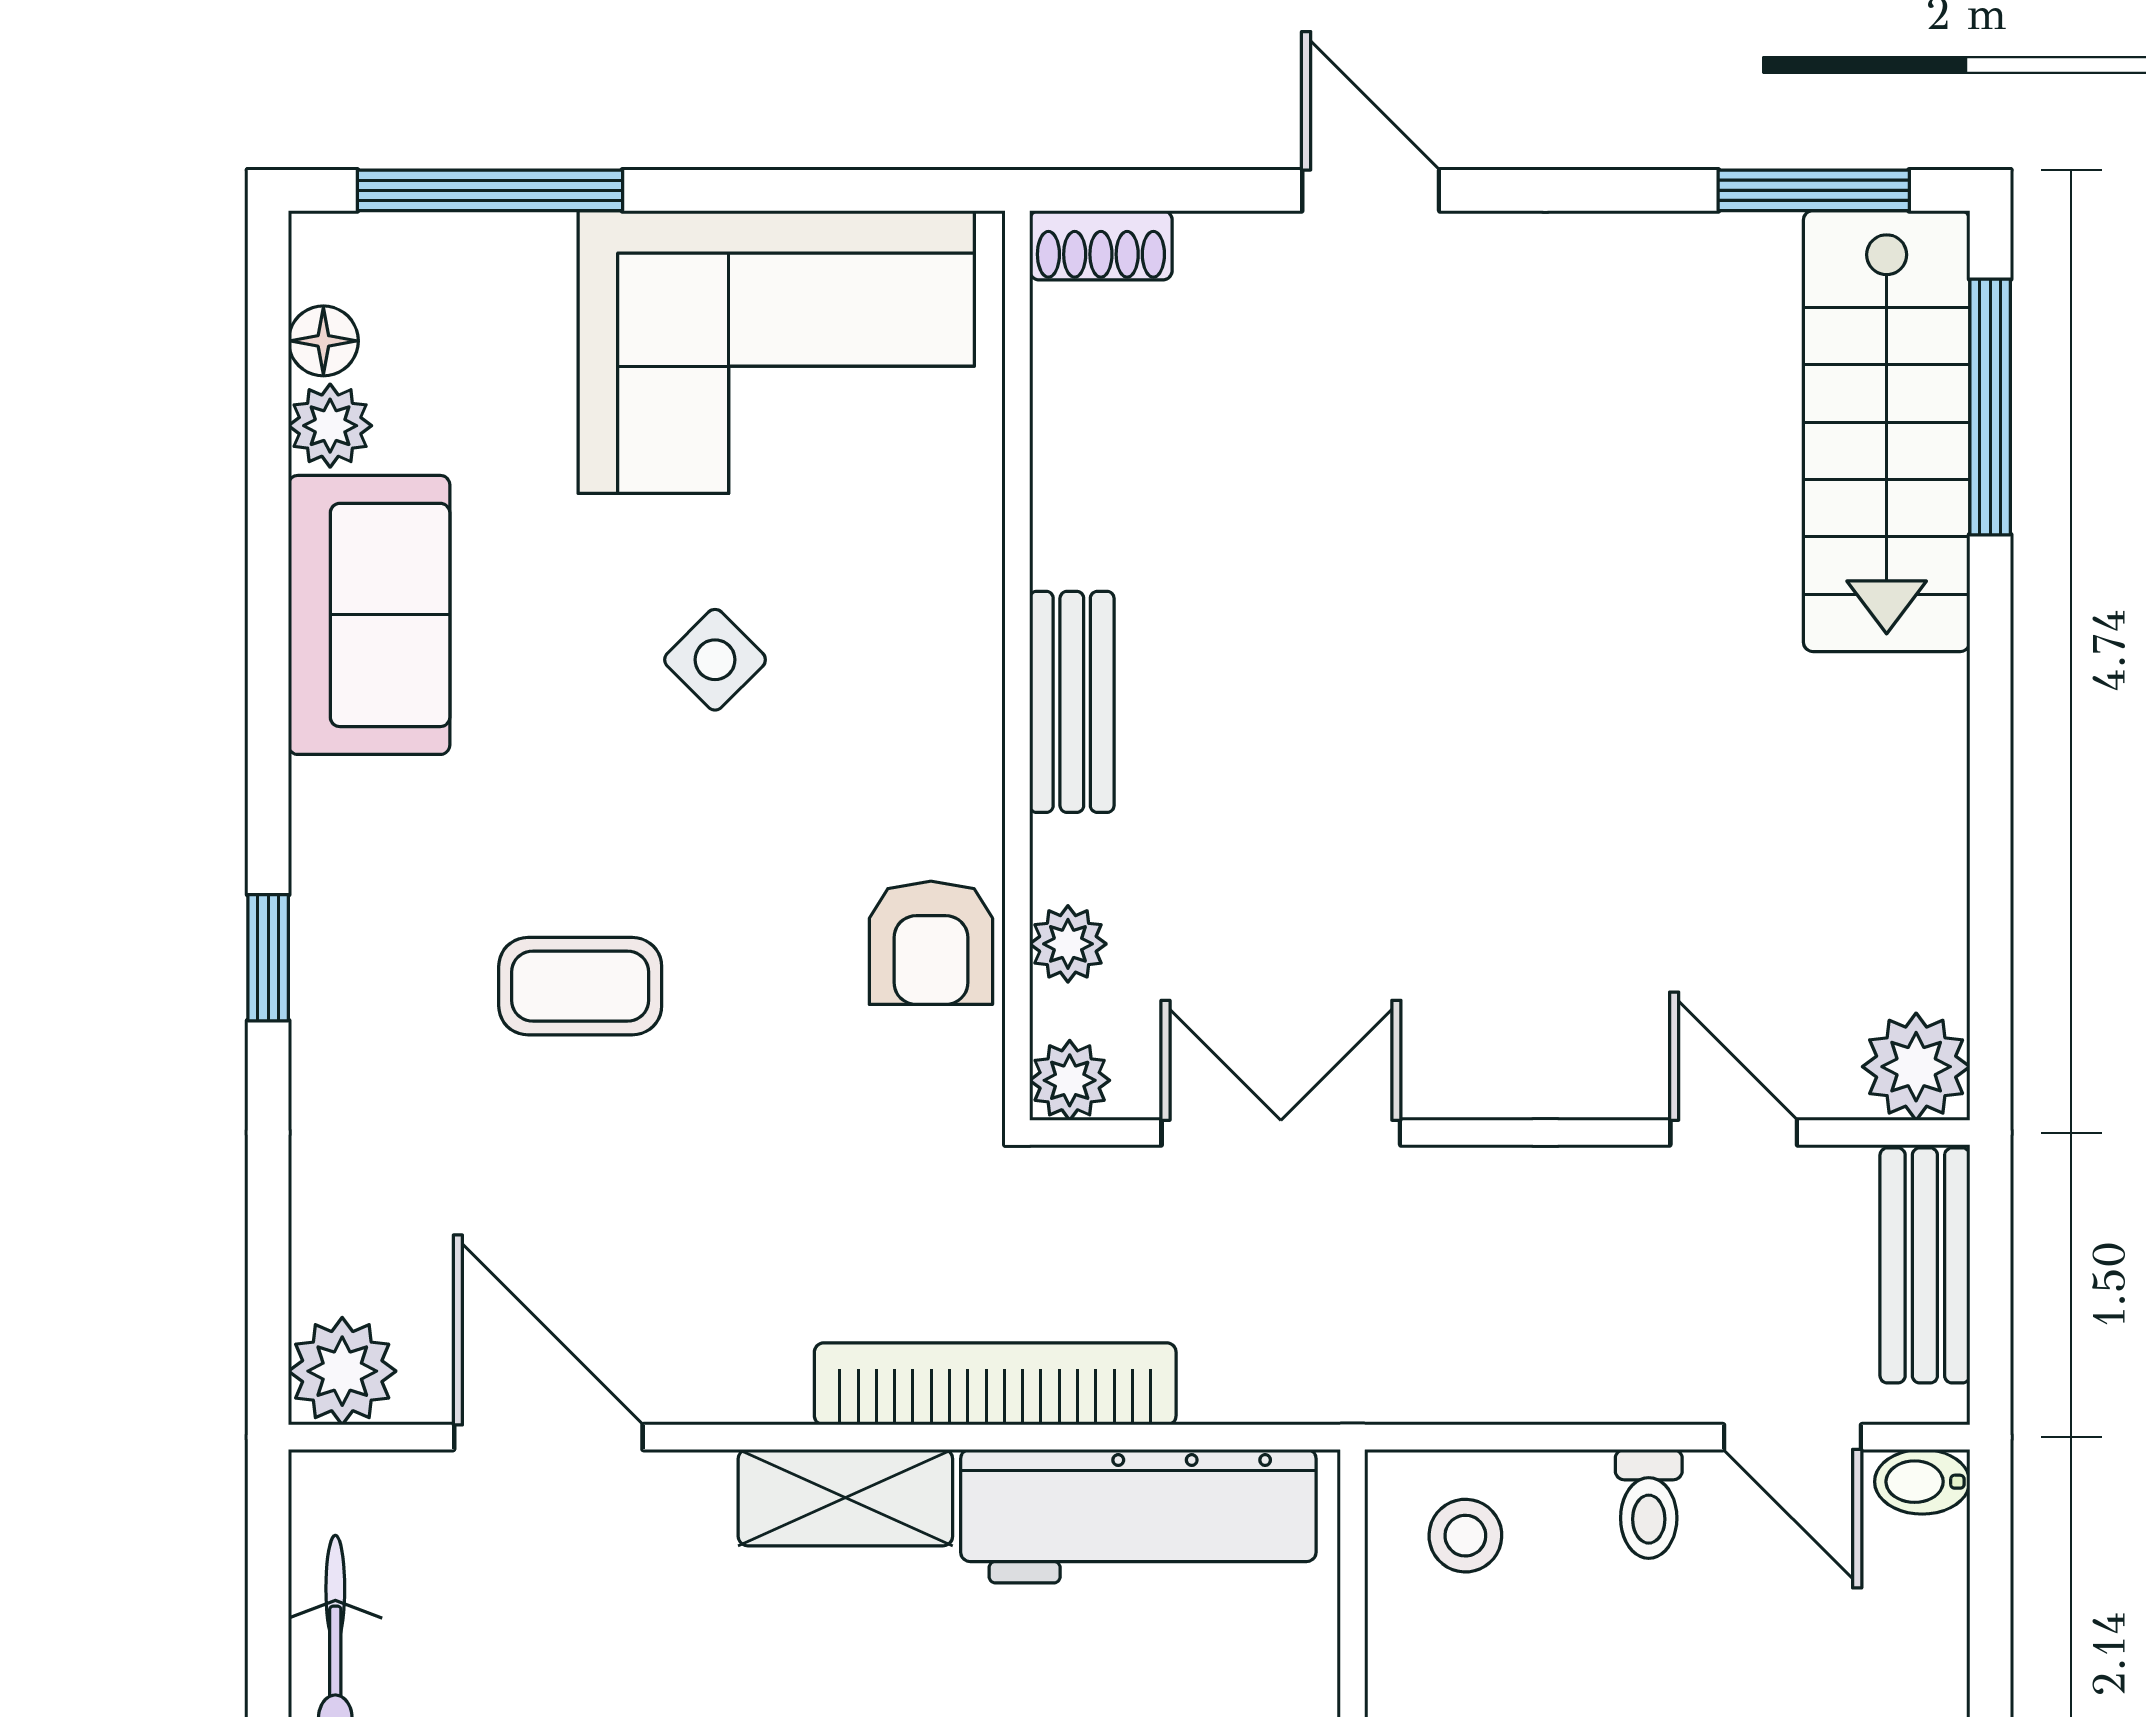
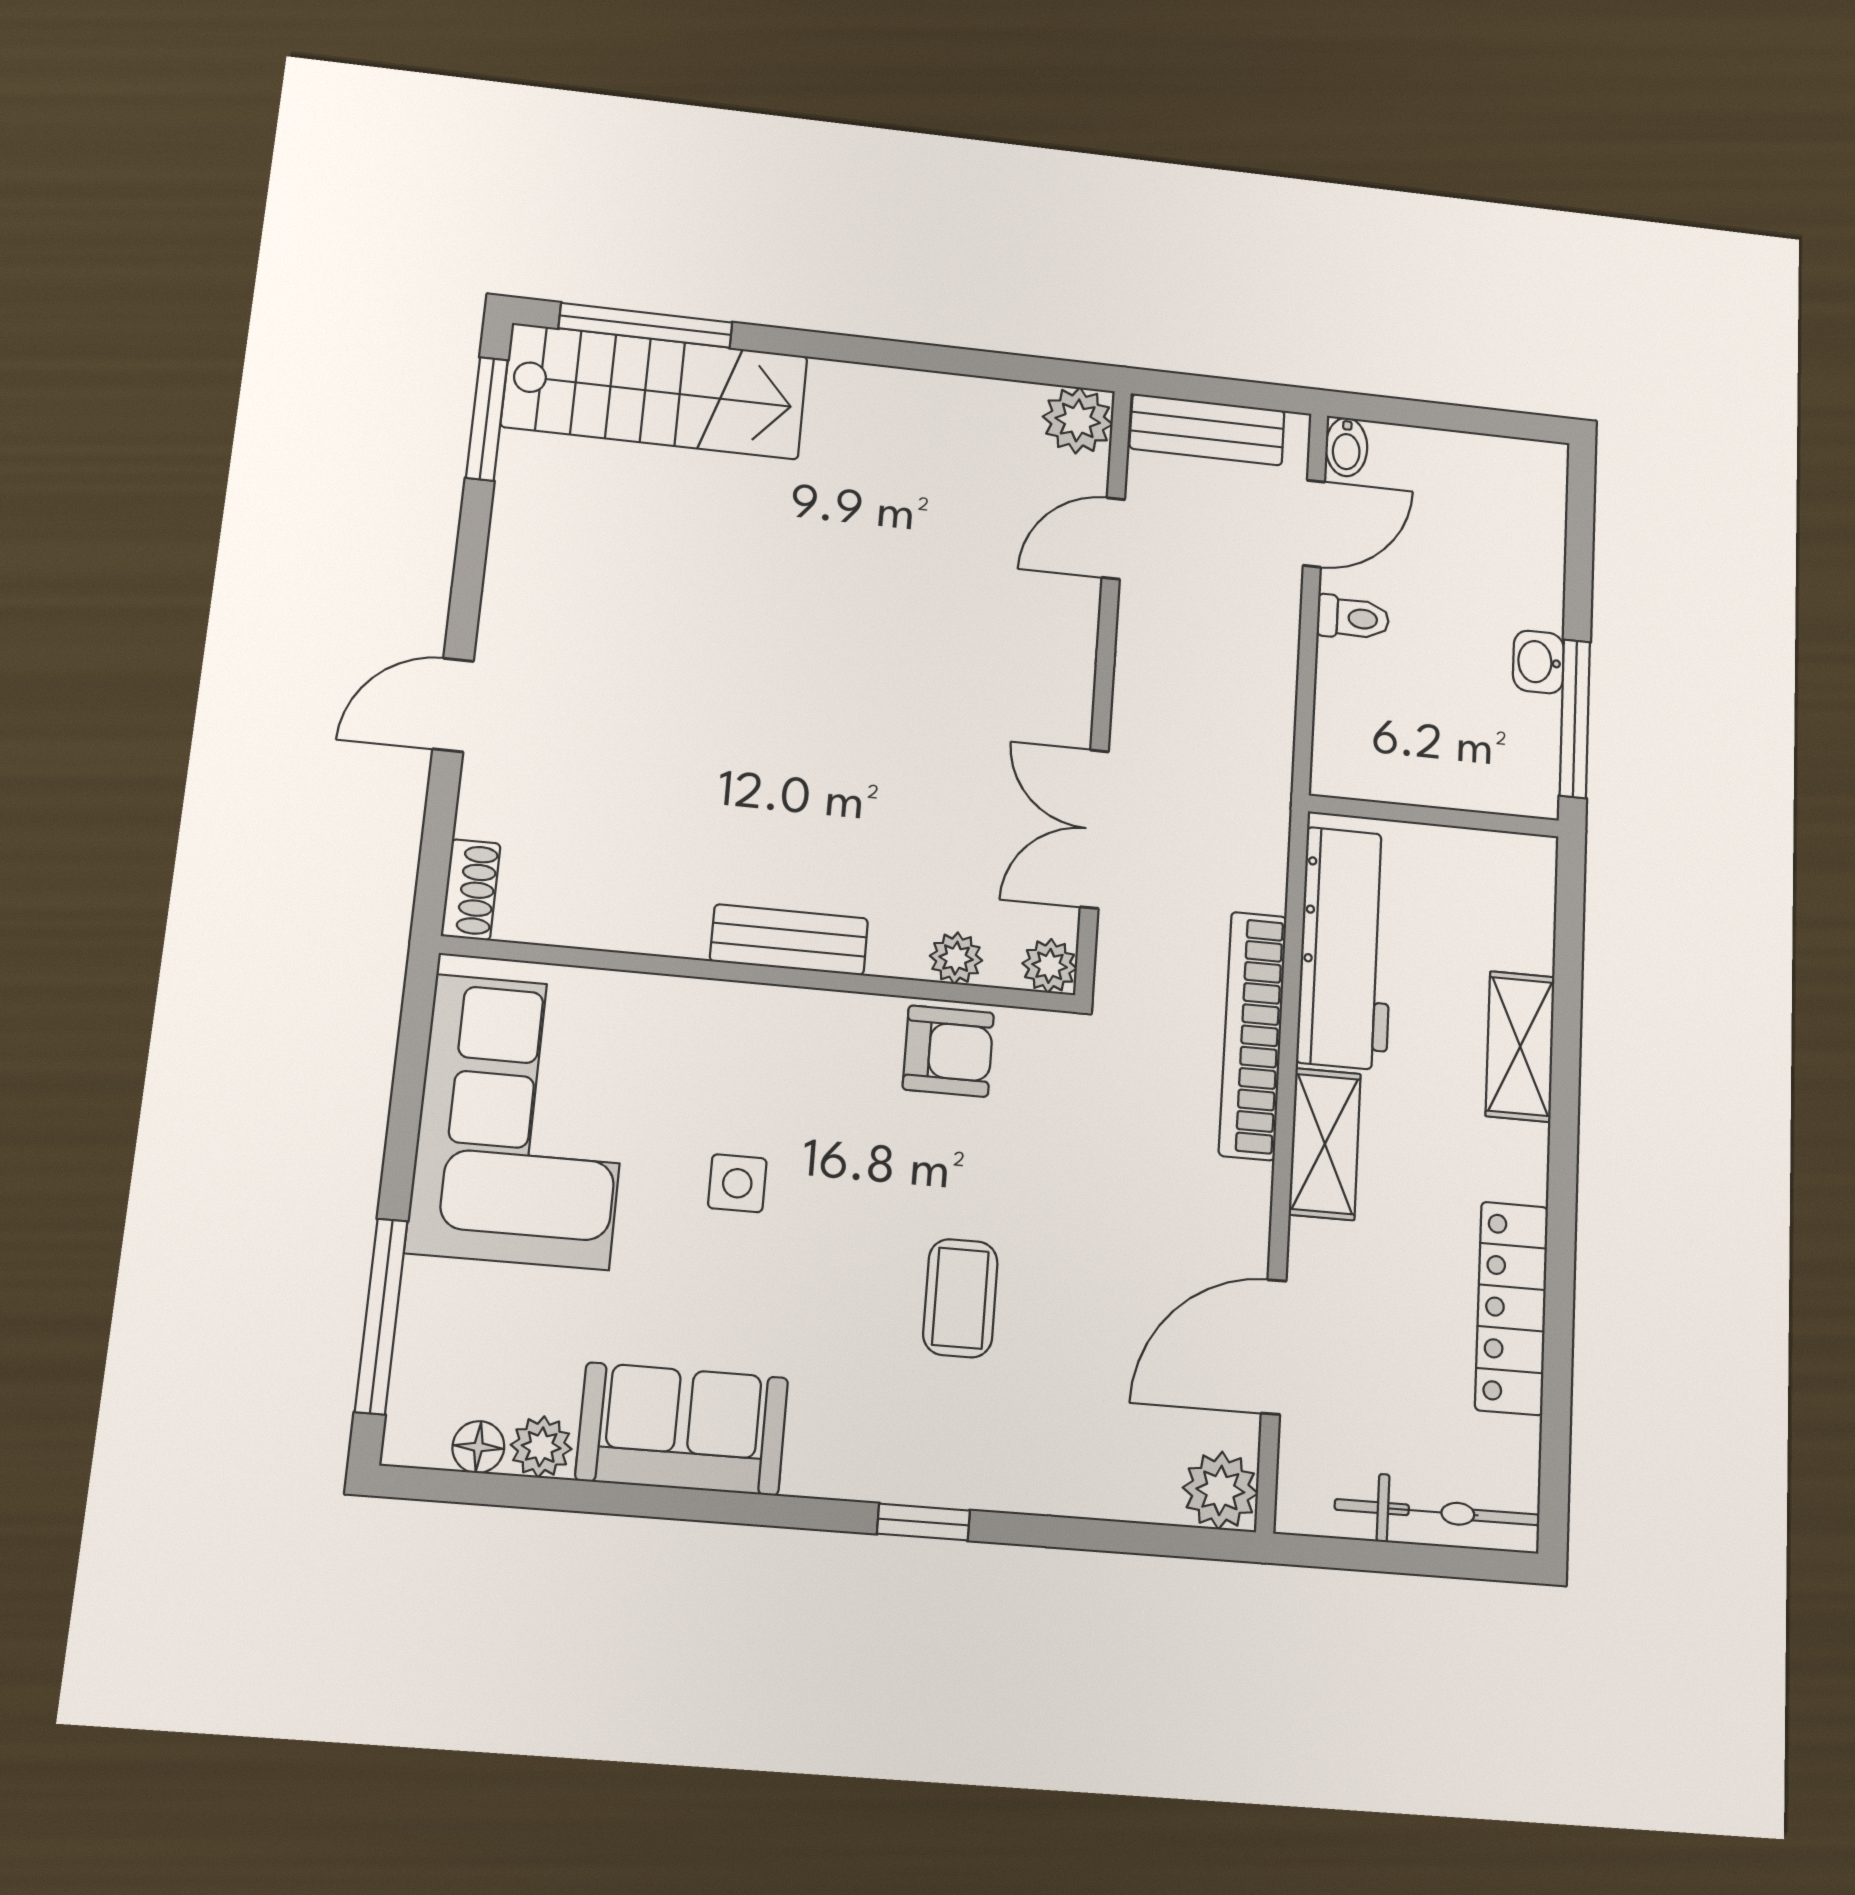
side table: (715, 660) -> (737, 1183), turned 45
stool: (1465, 1536) -> (1368, 736), removed

